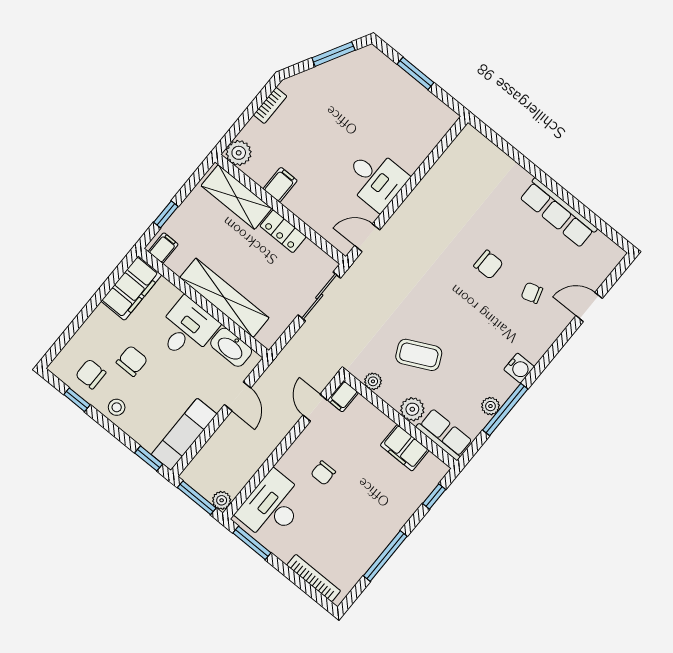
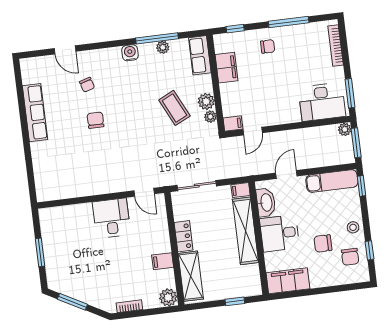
filing cabinet: (163, 248) -> (241, 190), moved
plant: (412, 409) -> (206, 101), moved
chair: (323, 473) -> (268, 46), moved

